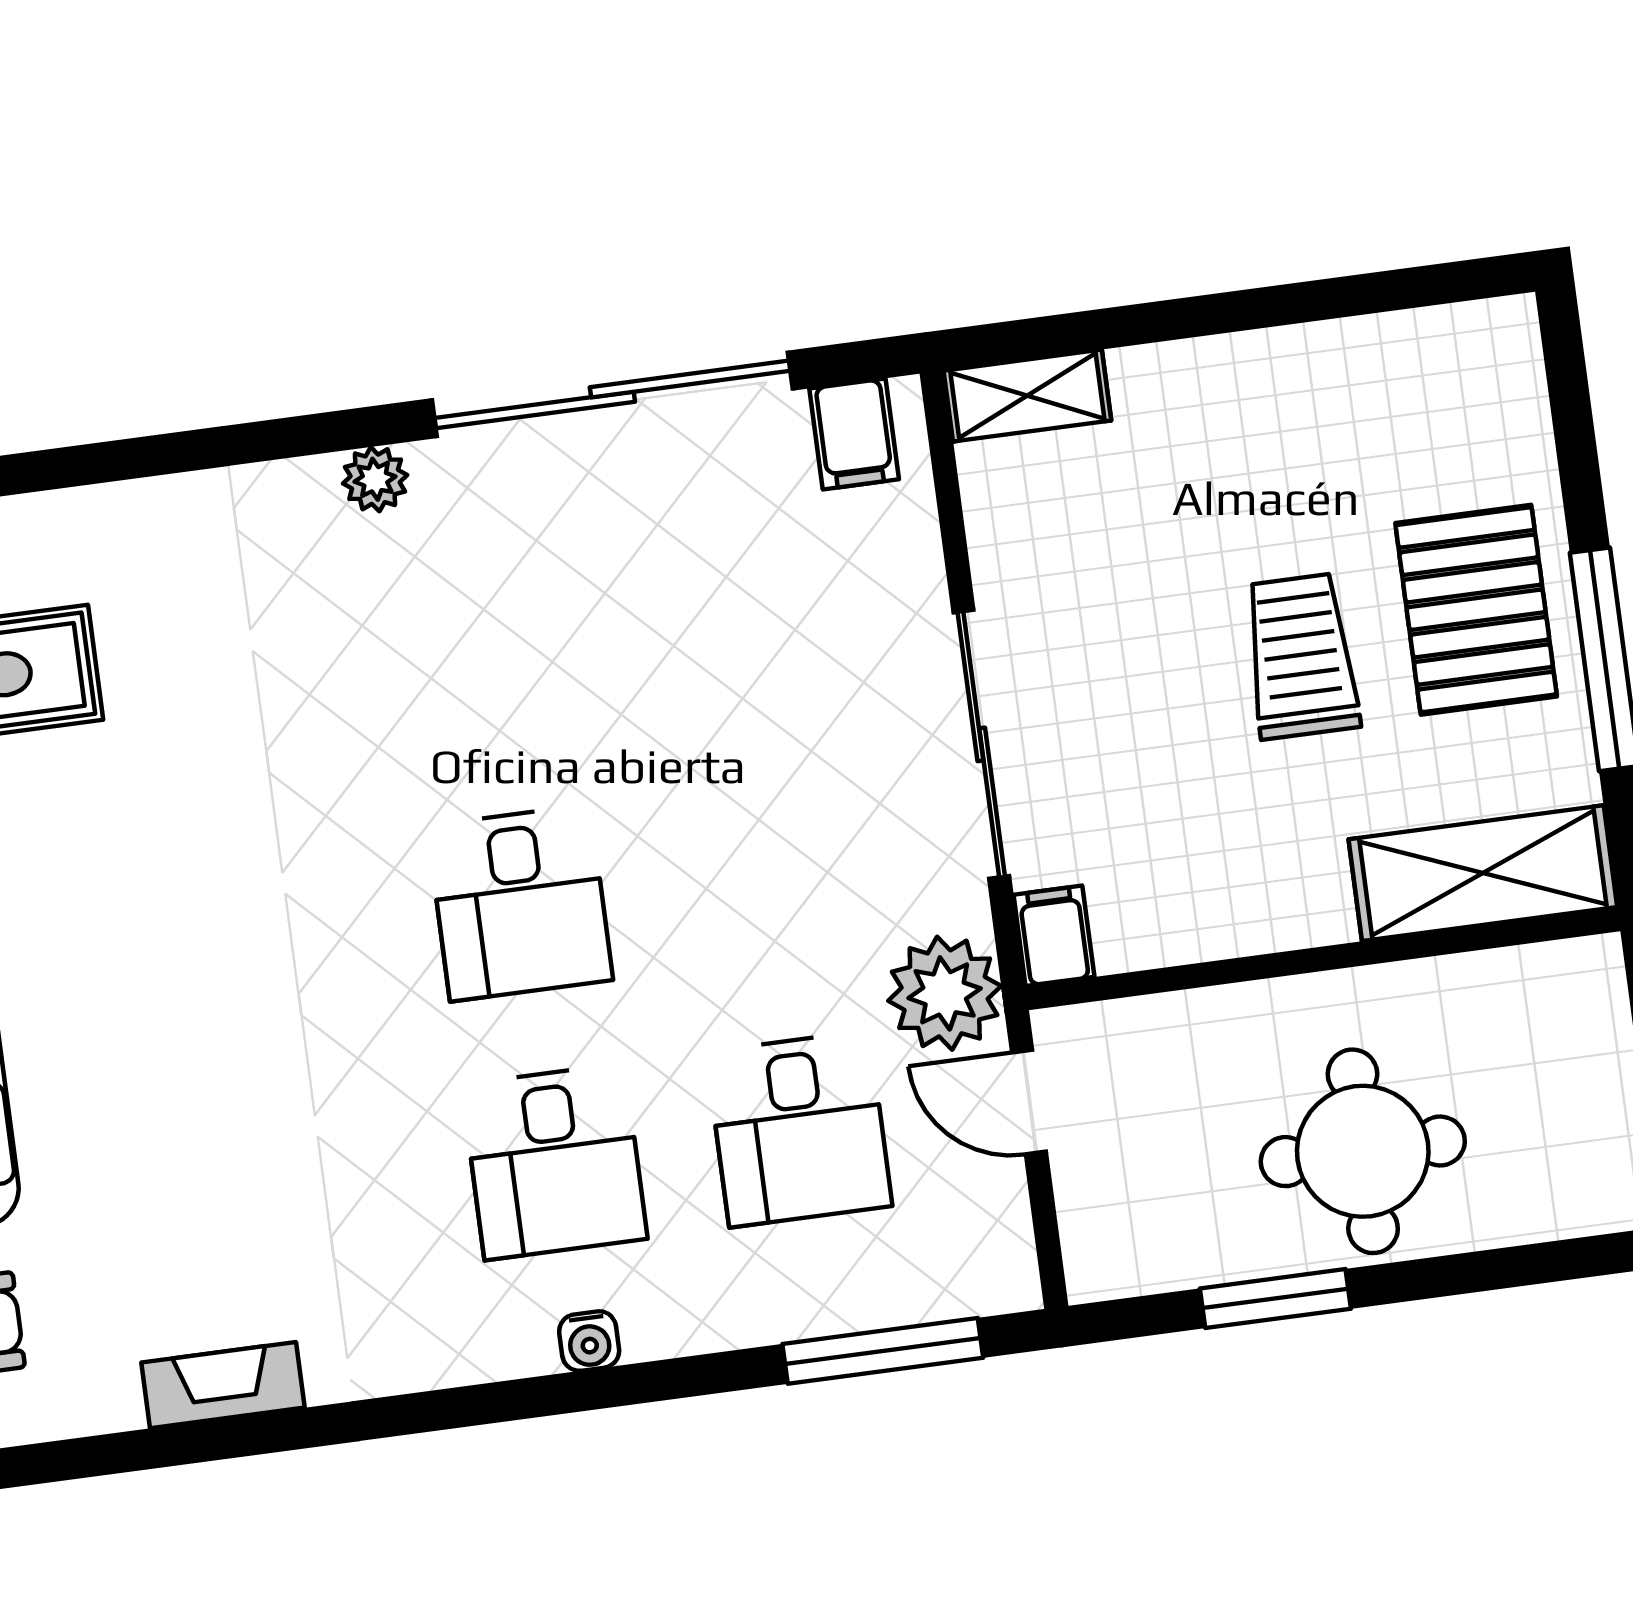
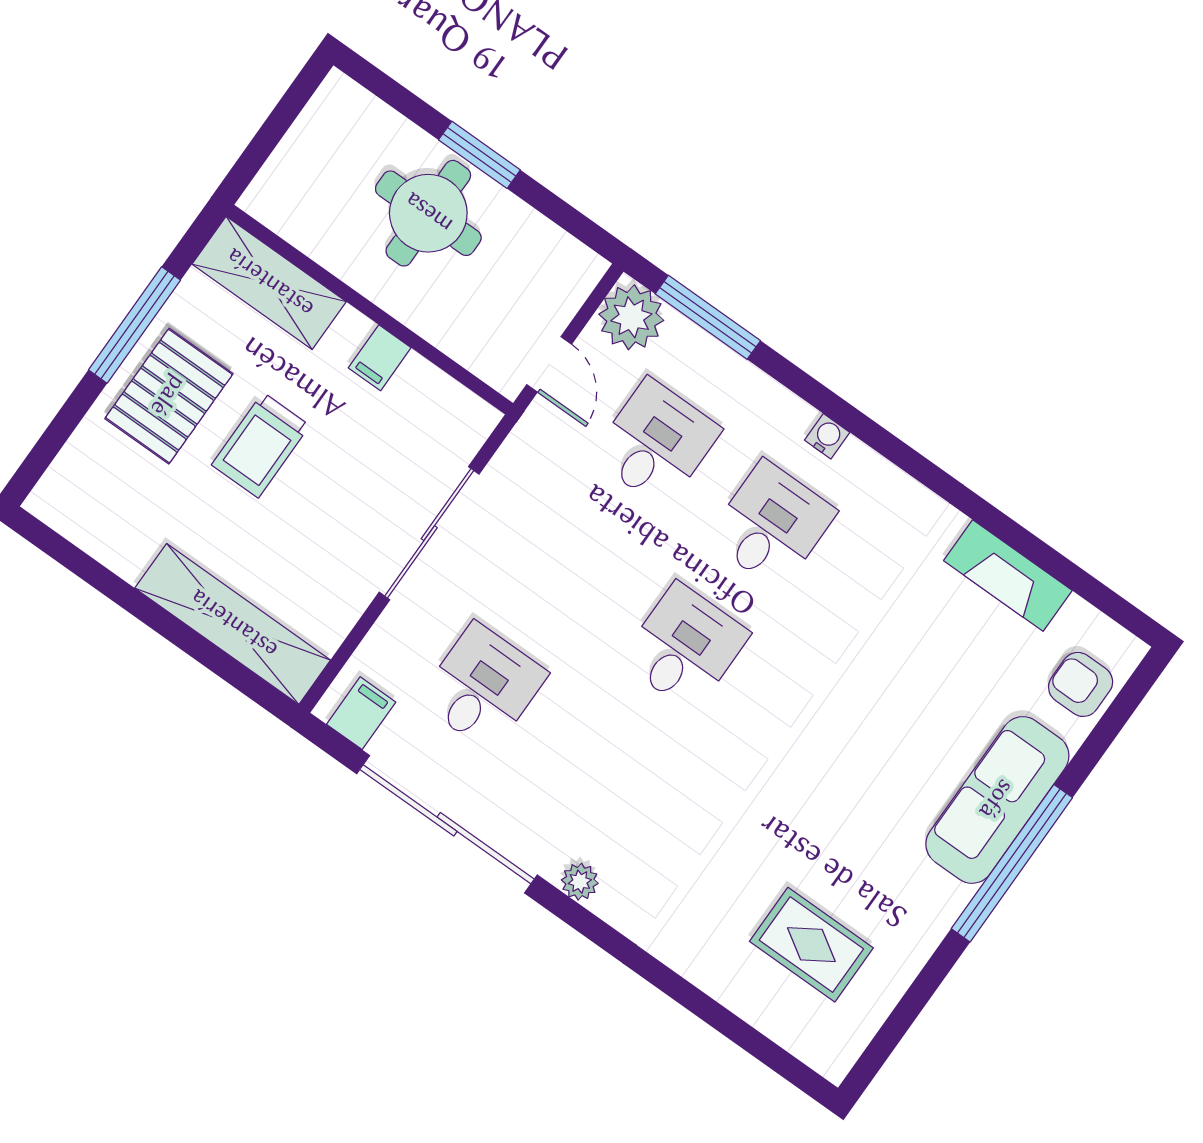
shelving: (1027, 396) -> (233, 624), width x2.20, depth x1.33
desk: (730, 612) -> (483, 687), added
filing cabinet: (1054, 936) -> (380, 358), moved
plant: (945, 993) -> (631, 317), moved
window: (1275, 1299) -> (479, 155), moved
fireplace: (223, 1385) -> (1008, 576), width x1.37, depth x1.32

